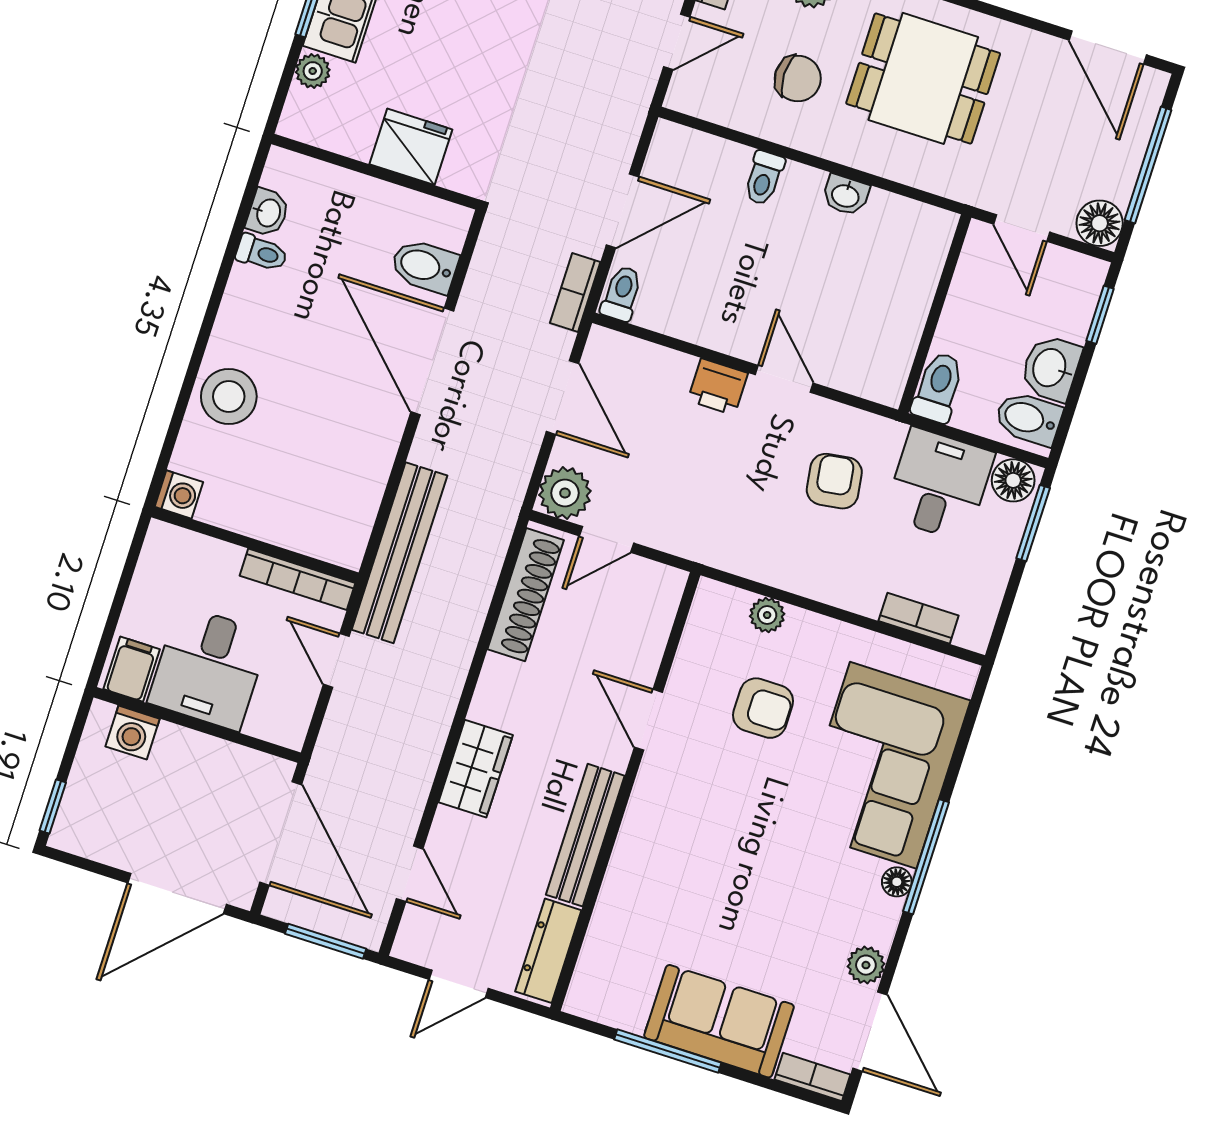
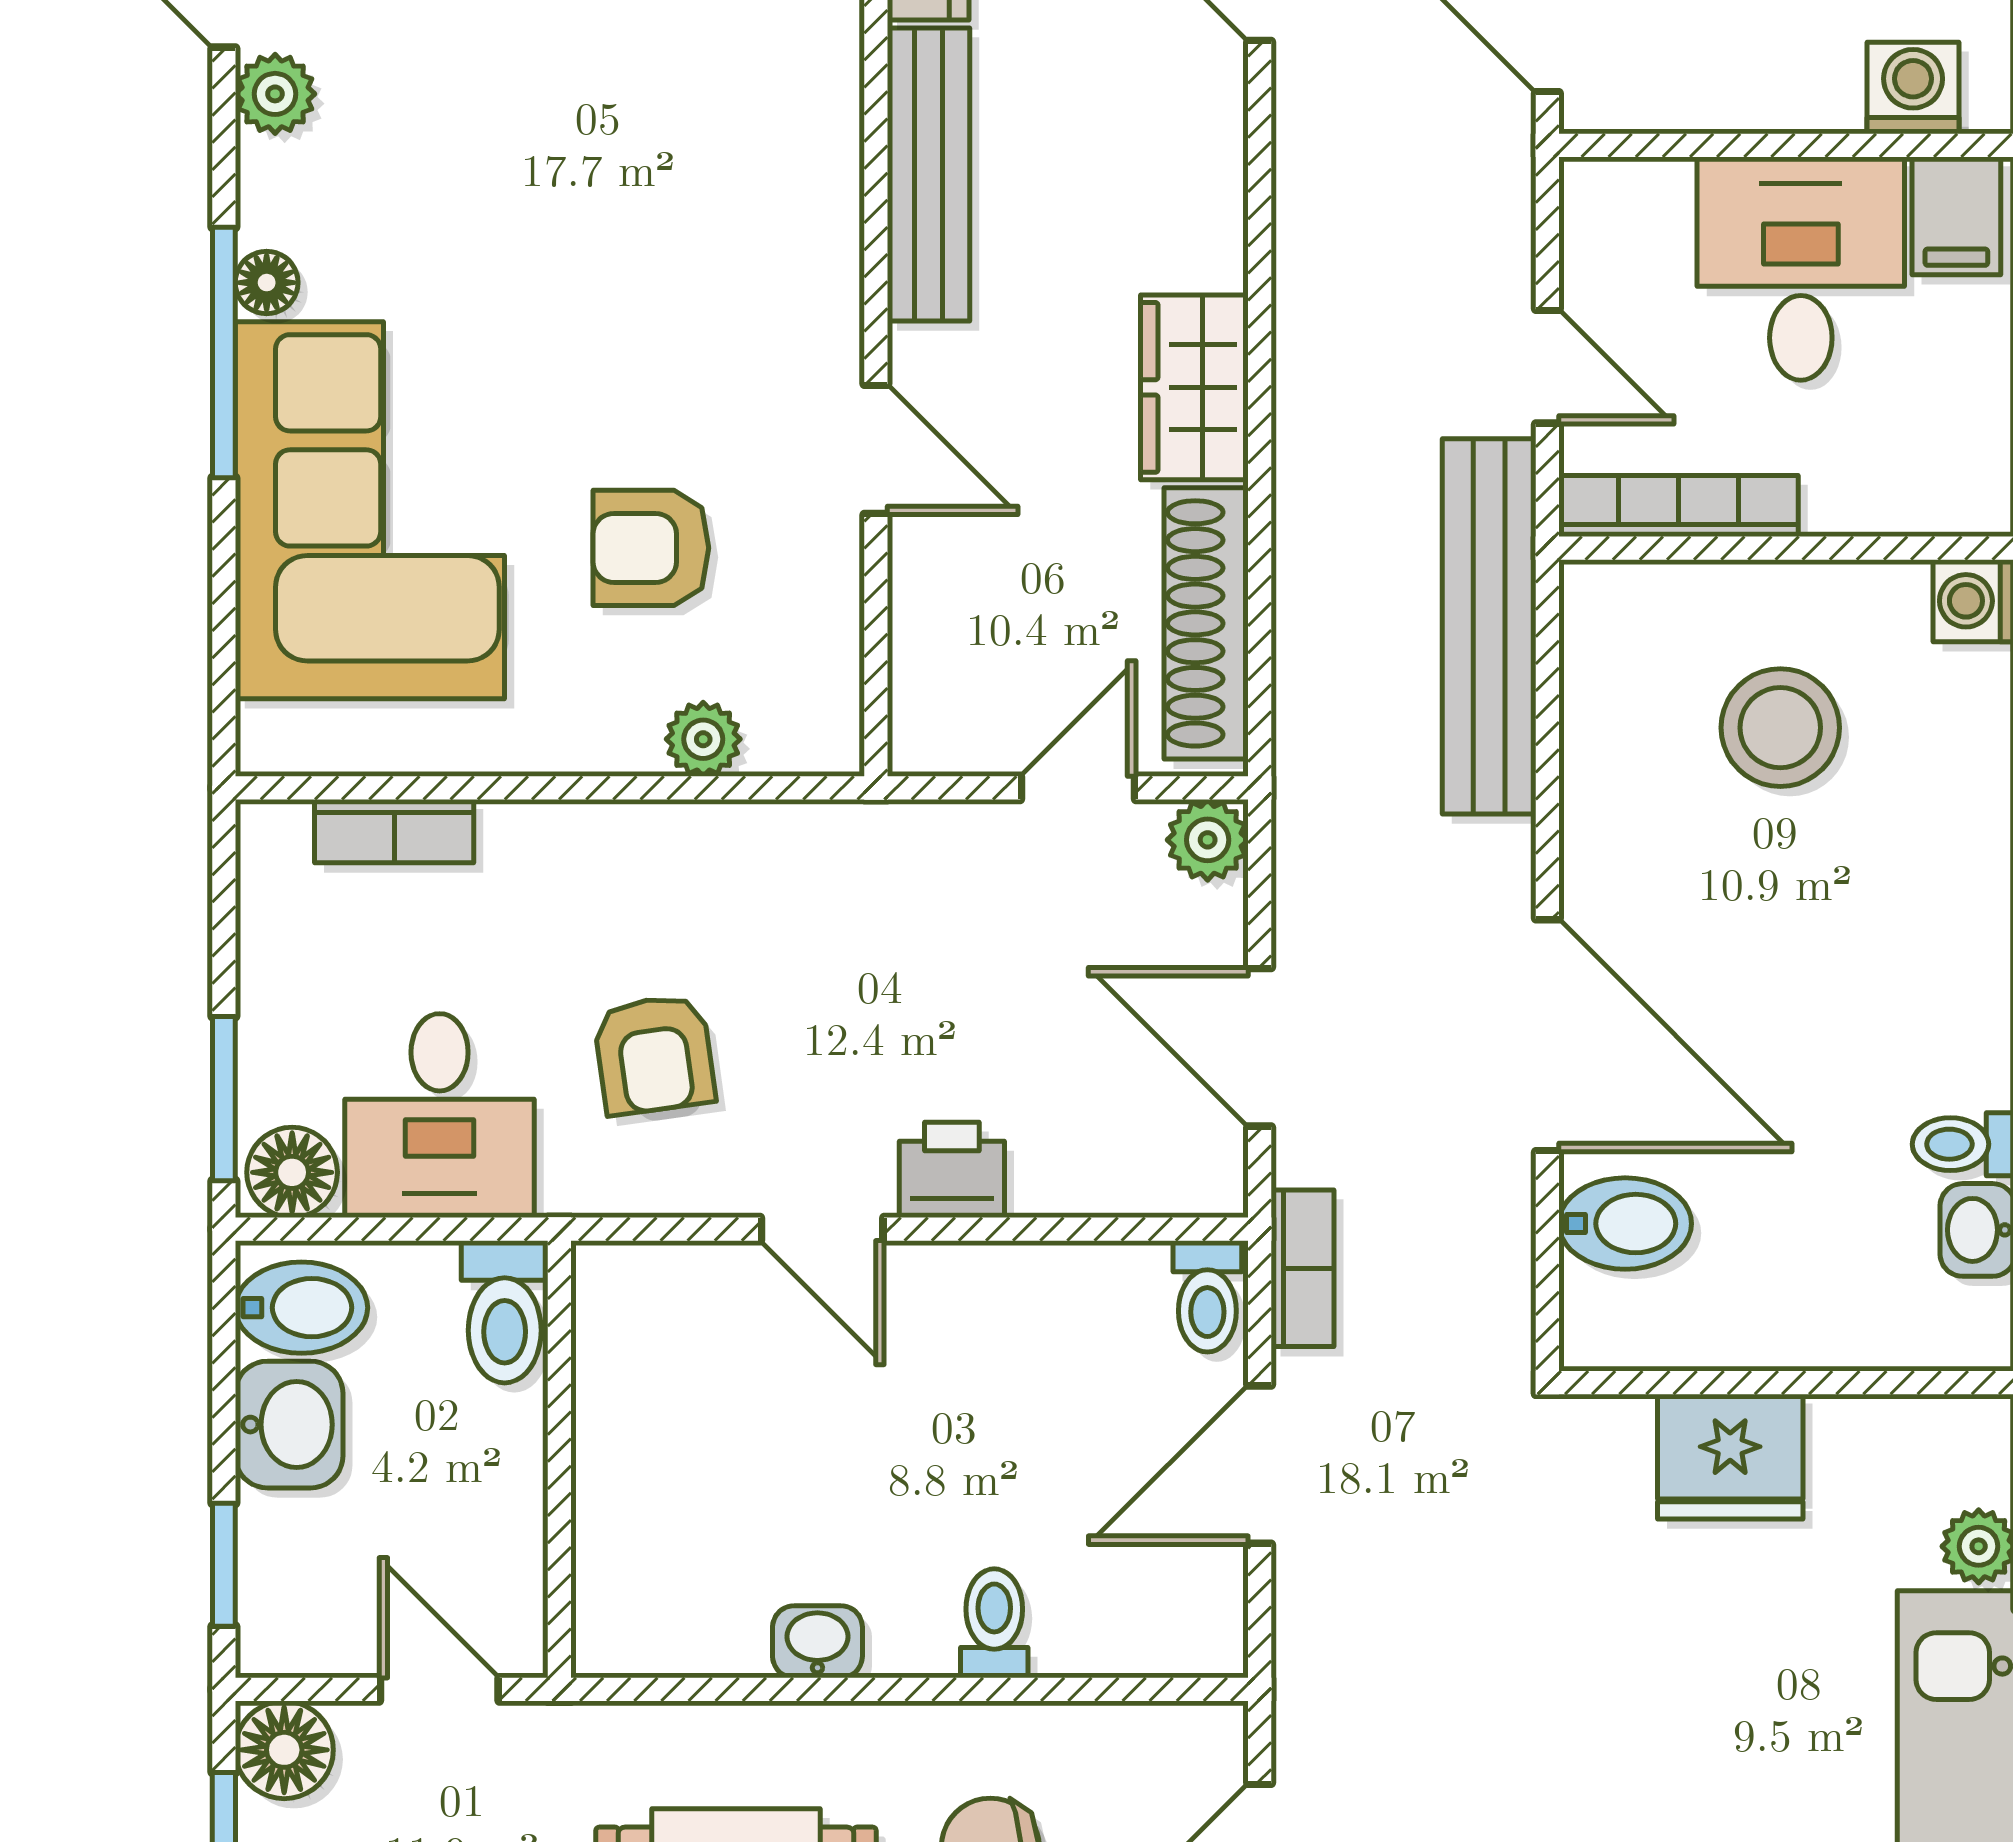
stool: (229, 396) -> (1780, 728), moved
plant: (565, 493) -> (1208, 840), width x0.73, depth x0.73
wardrobe: (476, 769) -> (1194, 387), moved

